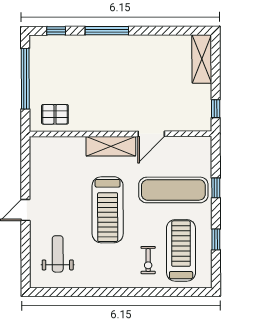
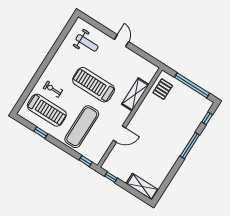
door: (151, 134) -> (119, 134), swing flipped
shelving: (111, 146) -> (135, 94), moved
window: (216, 188) -> (86, 161), moved

